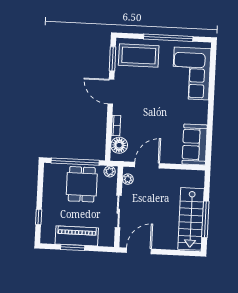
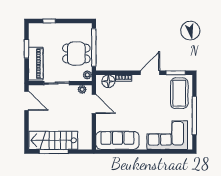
sofa: (195, 145) -> (117, 140), width x1.36
piano: (77, 236) -> (36, 64), moved

